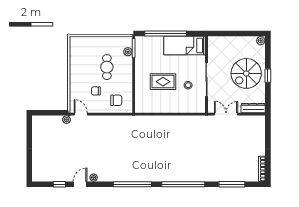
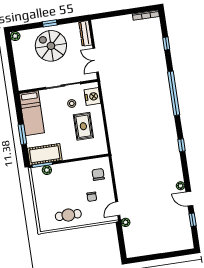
window: (166, 33) -> (22, 134), width x0.47
cot: (143, 52) -> (45, 154), added
cafe table: (107, 67) -> (68, 215), moved
spiral stairs: (246, 73) -> (51, 46), turned 180
rug: (163, 82) -> (83, 126), moved
nightstand: (192, 106) -> (92, 97), added
window: (132, 184) -> (181, 145), width x0.32
window: (232, 184) -> (166, 44), width x0.46

